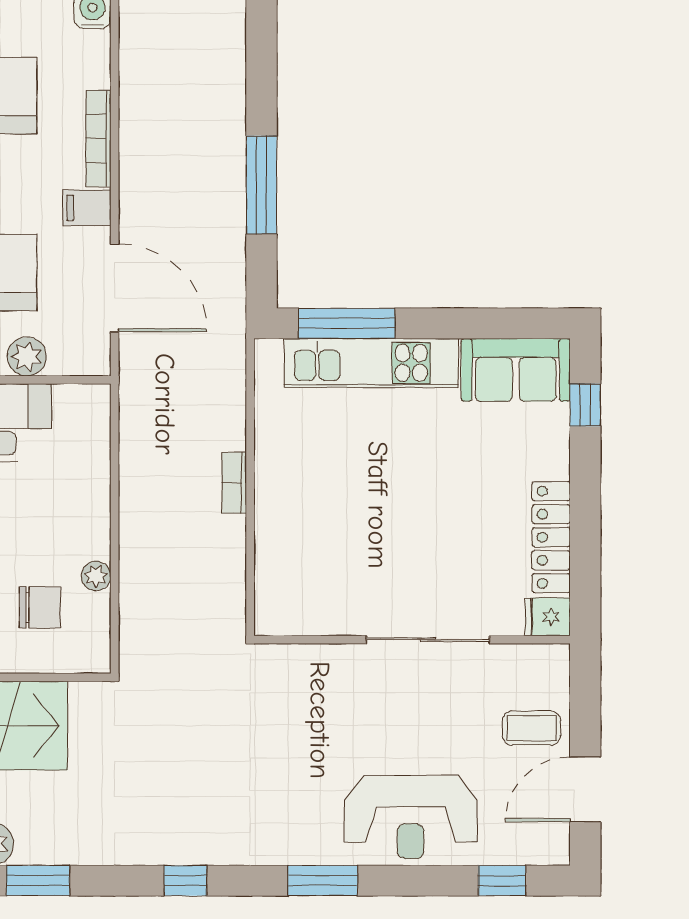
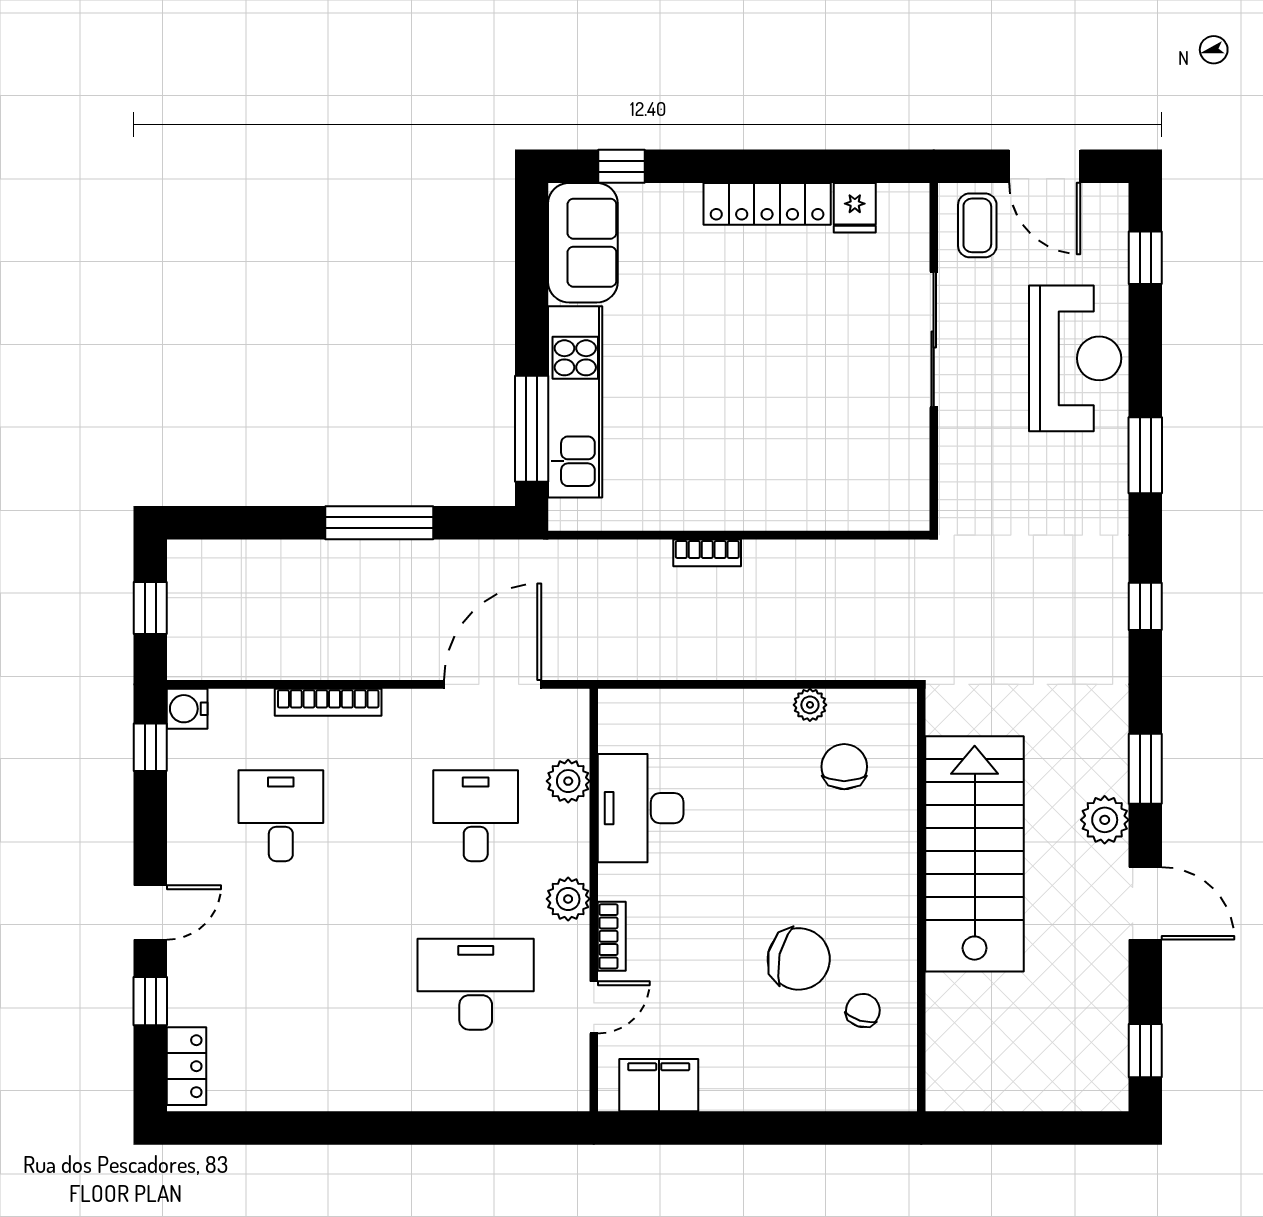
filing cabinet: (87, 208) -> (405, 715), removed
wall: (412, 640) -> (934, 357), moved
sliding door: (428, 640) -> (934, 339), moved

